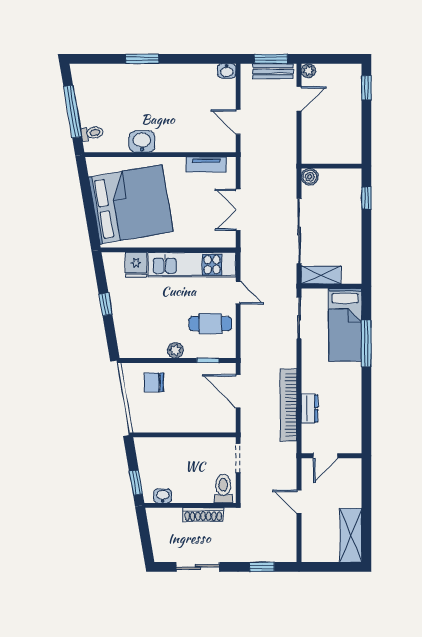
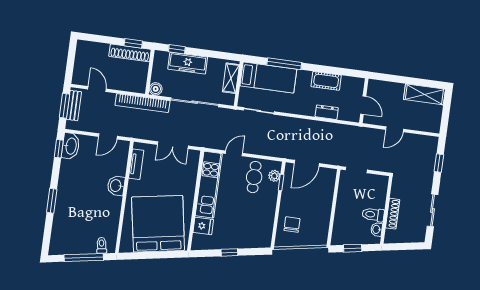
window: (213, 59) -> (59, 149), added
washbasin: (227, 71) -> (71, 146), width x1.91, depth x1.45
plant: (308, 71) -> (77, 79), removed
window: (366, 88) -> (133, 43), moved
shoe rack: (353, 136) -> (130, 53), added
washbasin: (142, 142) -> (116, 186), moved
freezer: (350, 215) -> (188, 63), added
shelving: (321, 275) -> (231, 78), moved
plant: (175, 350) -> (274, 176), moved
chair: (154, 382) -> (292, 225), turned 180
cot: (351, 402) -> (326, 81), added
bookcase: (289, 405) -> (142, 103), moved
window: (136, 483) -> (353, 248), moved
toilet: (223, 489) -> (373, 215), moved
shoe rack: (203, 514) -> (393, 214), moved

